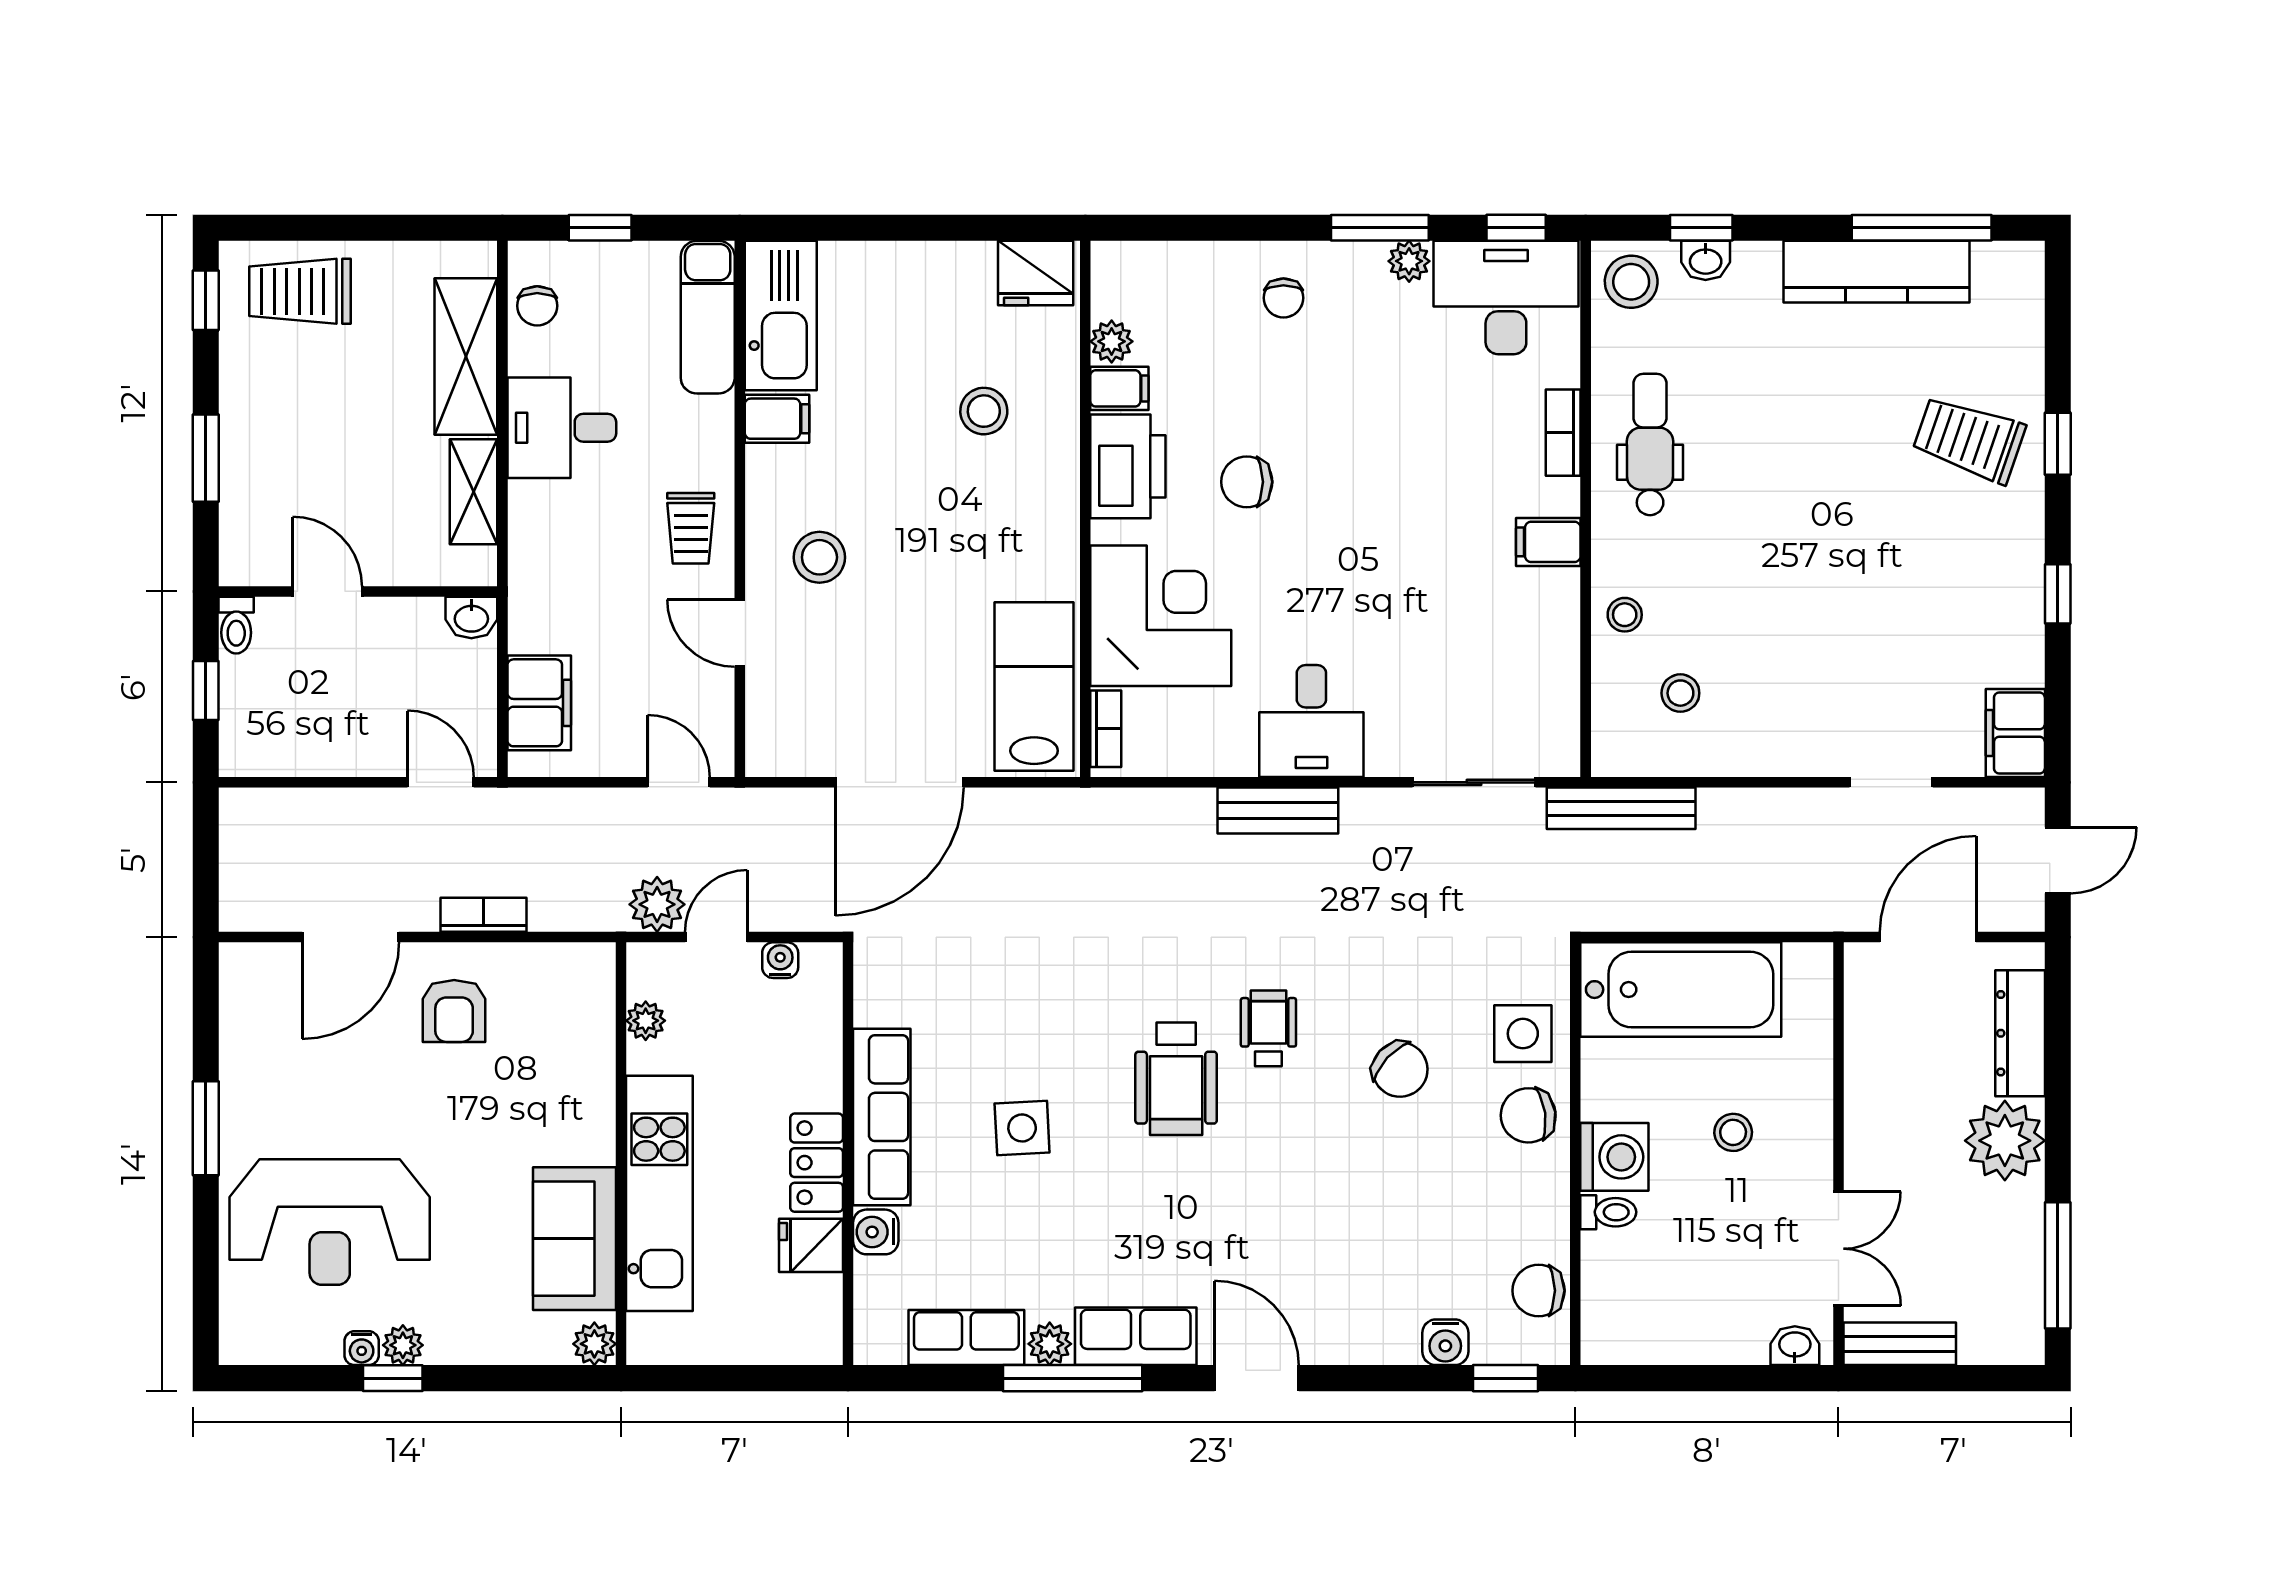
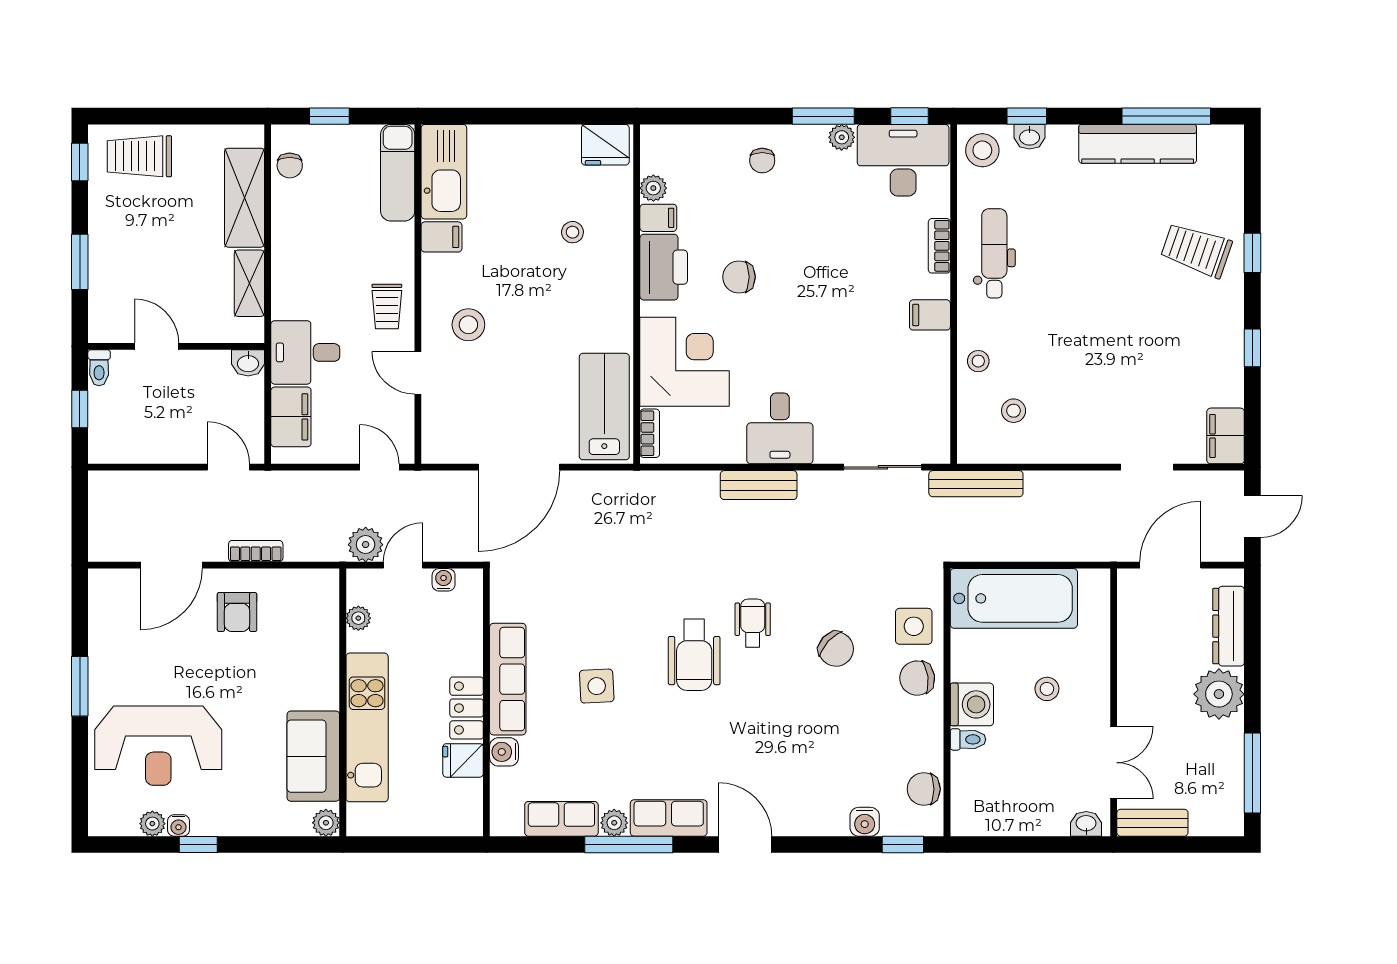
stool: (984, 411) -> (572, 232), width x0.73, depth x0.73
desk: (562, 428) -> (305, 352), moved
plant: (403, 1345) -> (152, 824), moved

